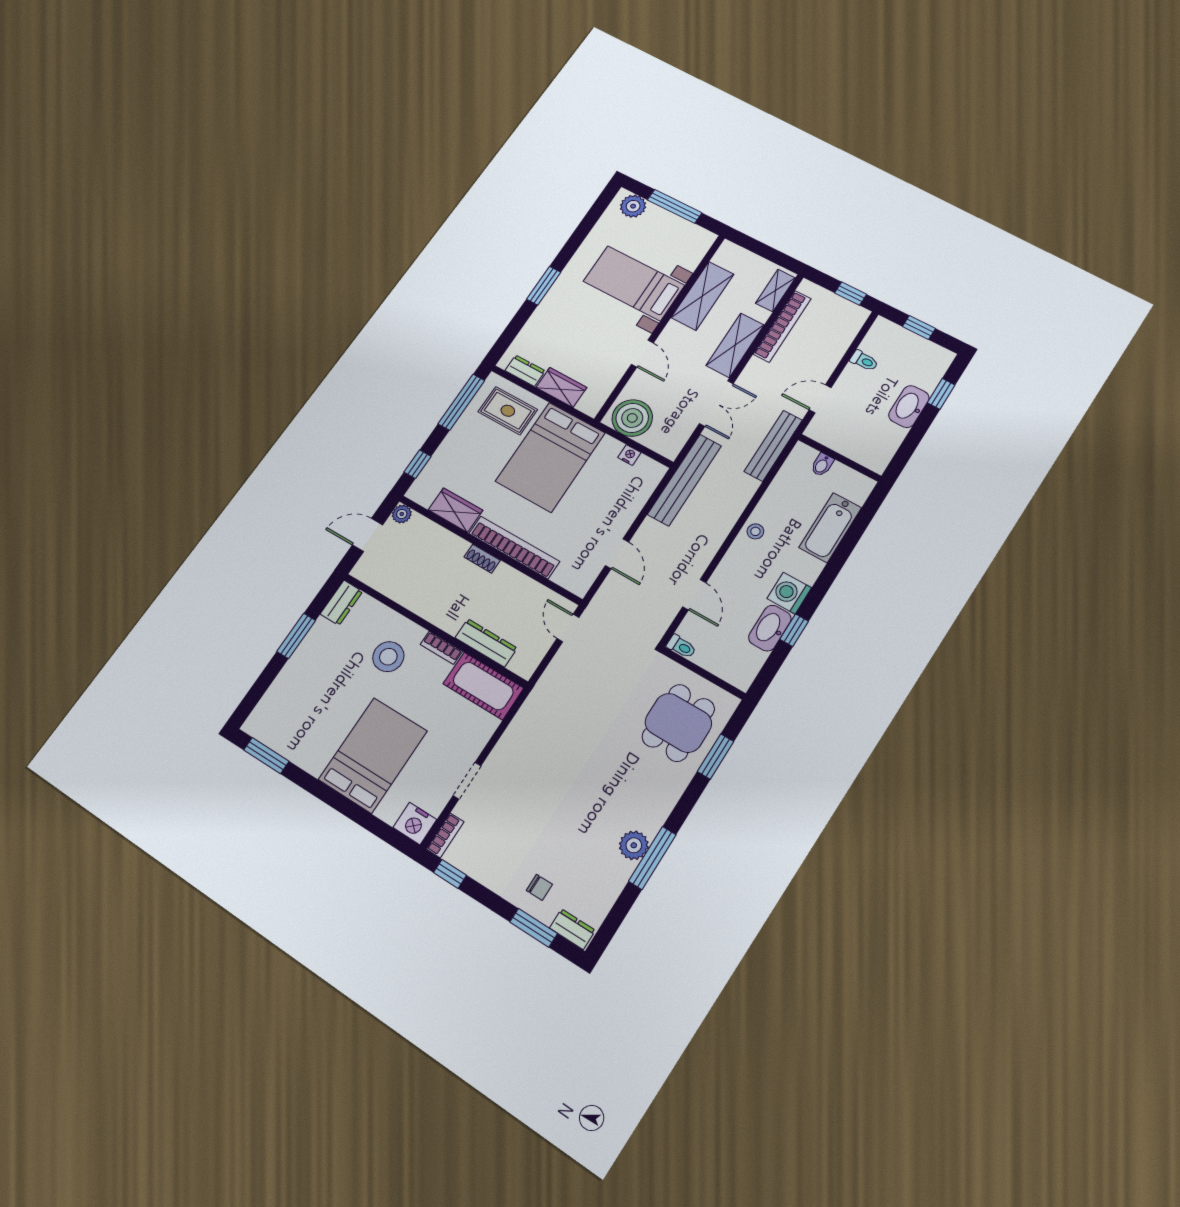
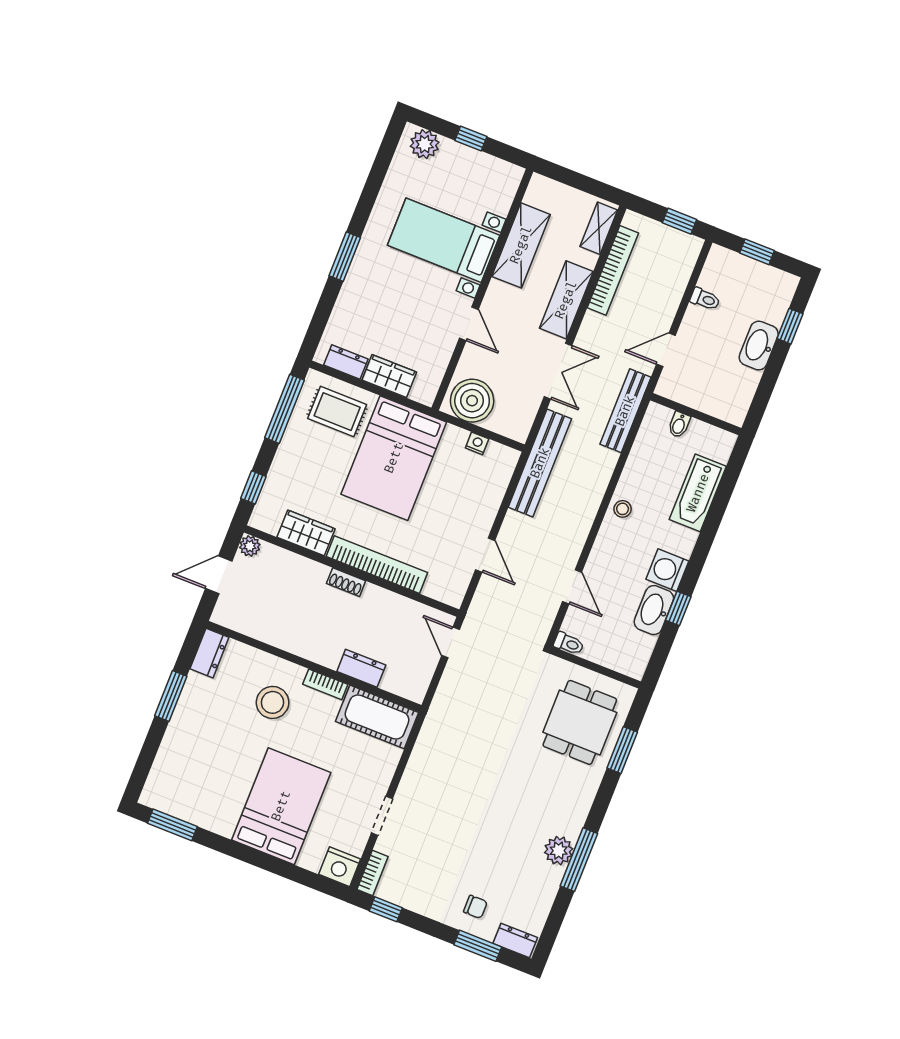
window: (675, 206) -> (471, 139), width x0.46
dresser: (486, 643) -> (361, 668), width x0.70

